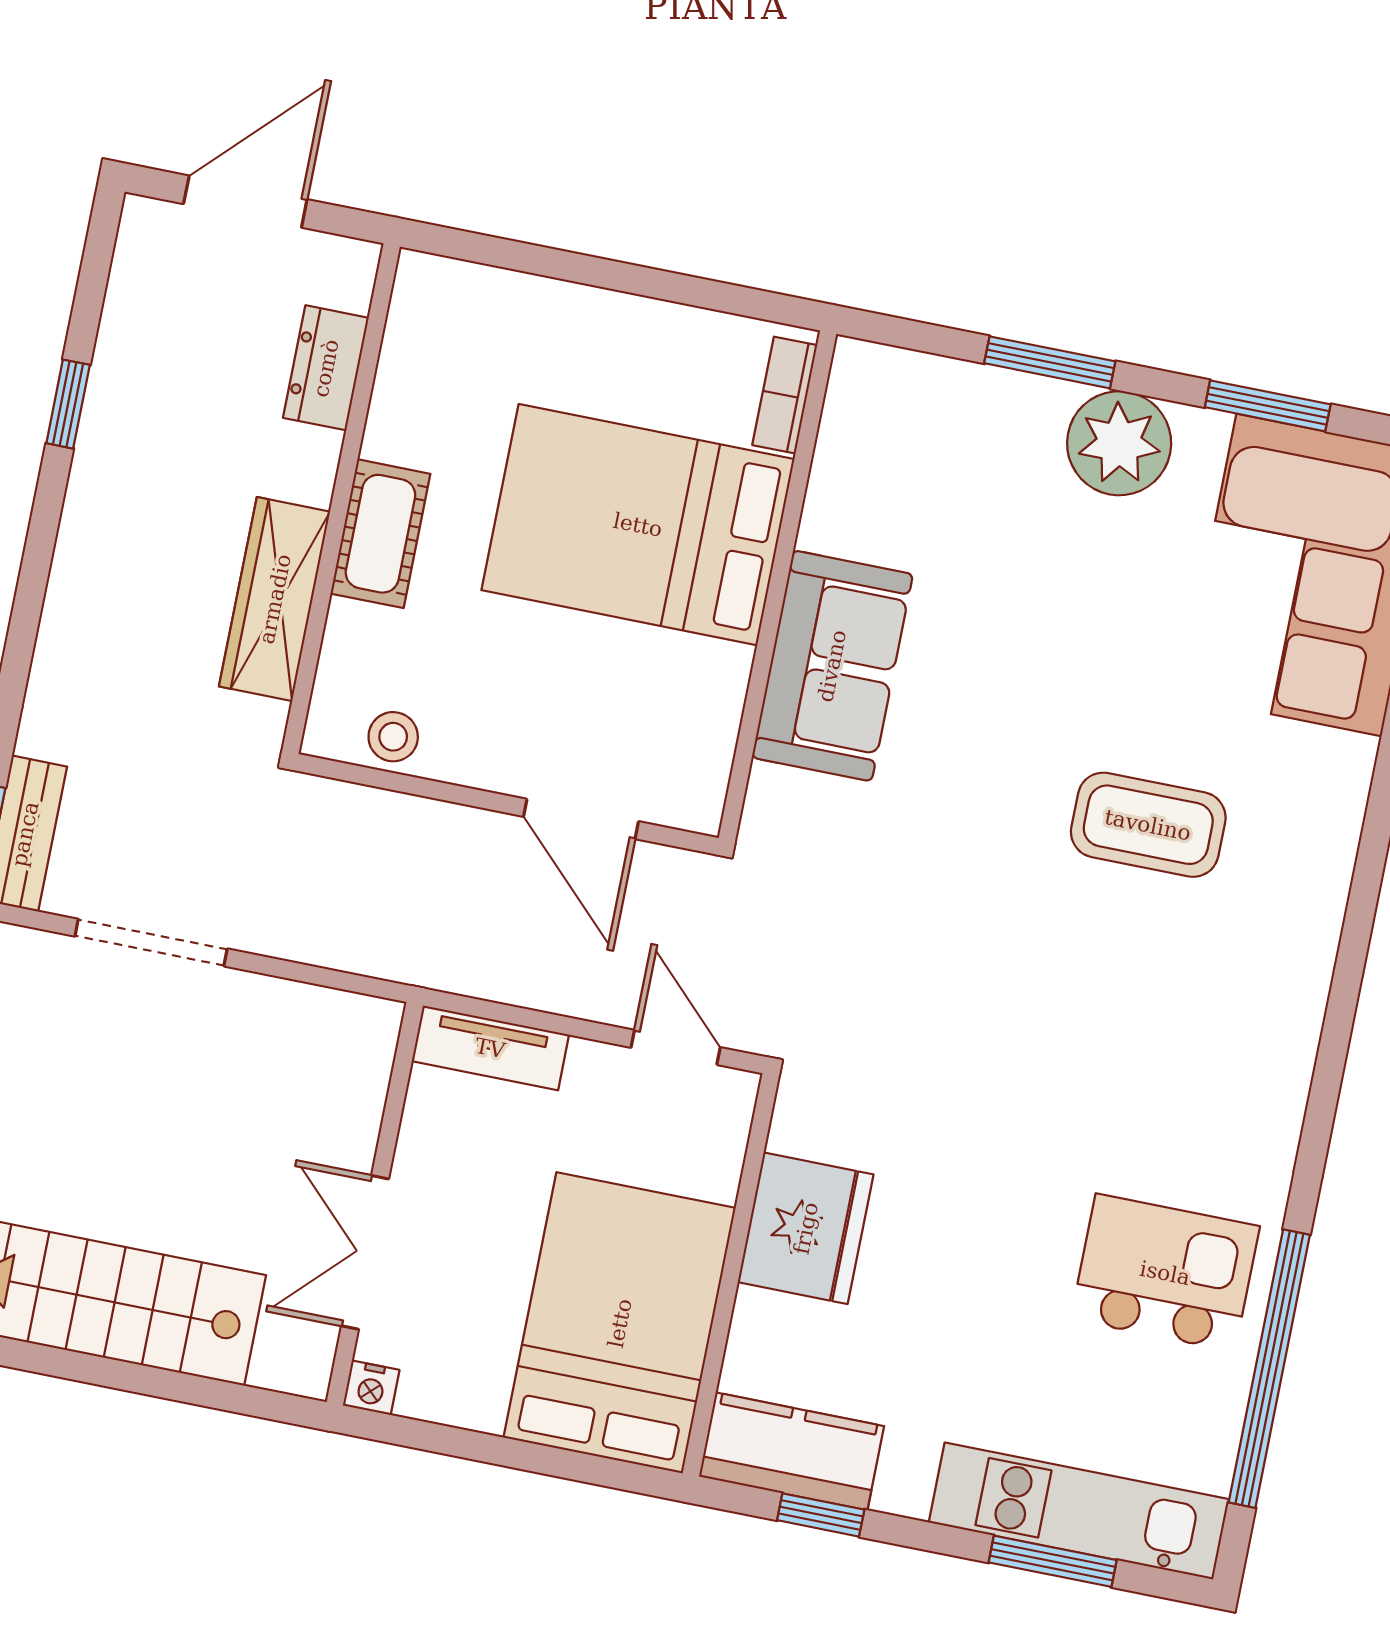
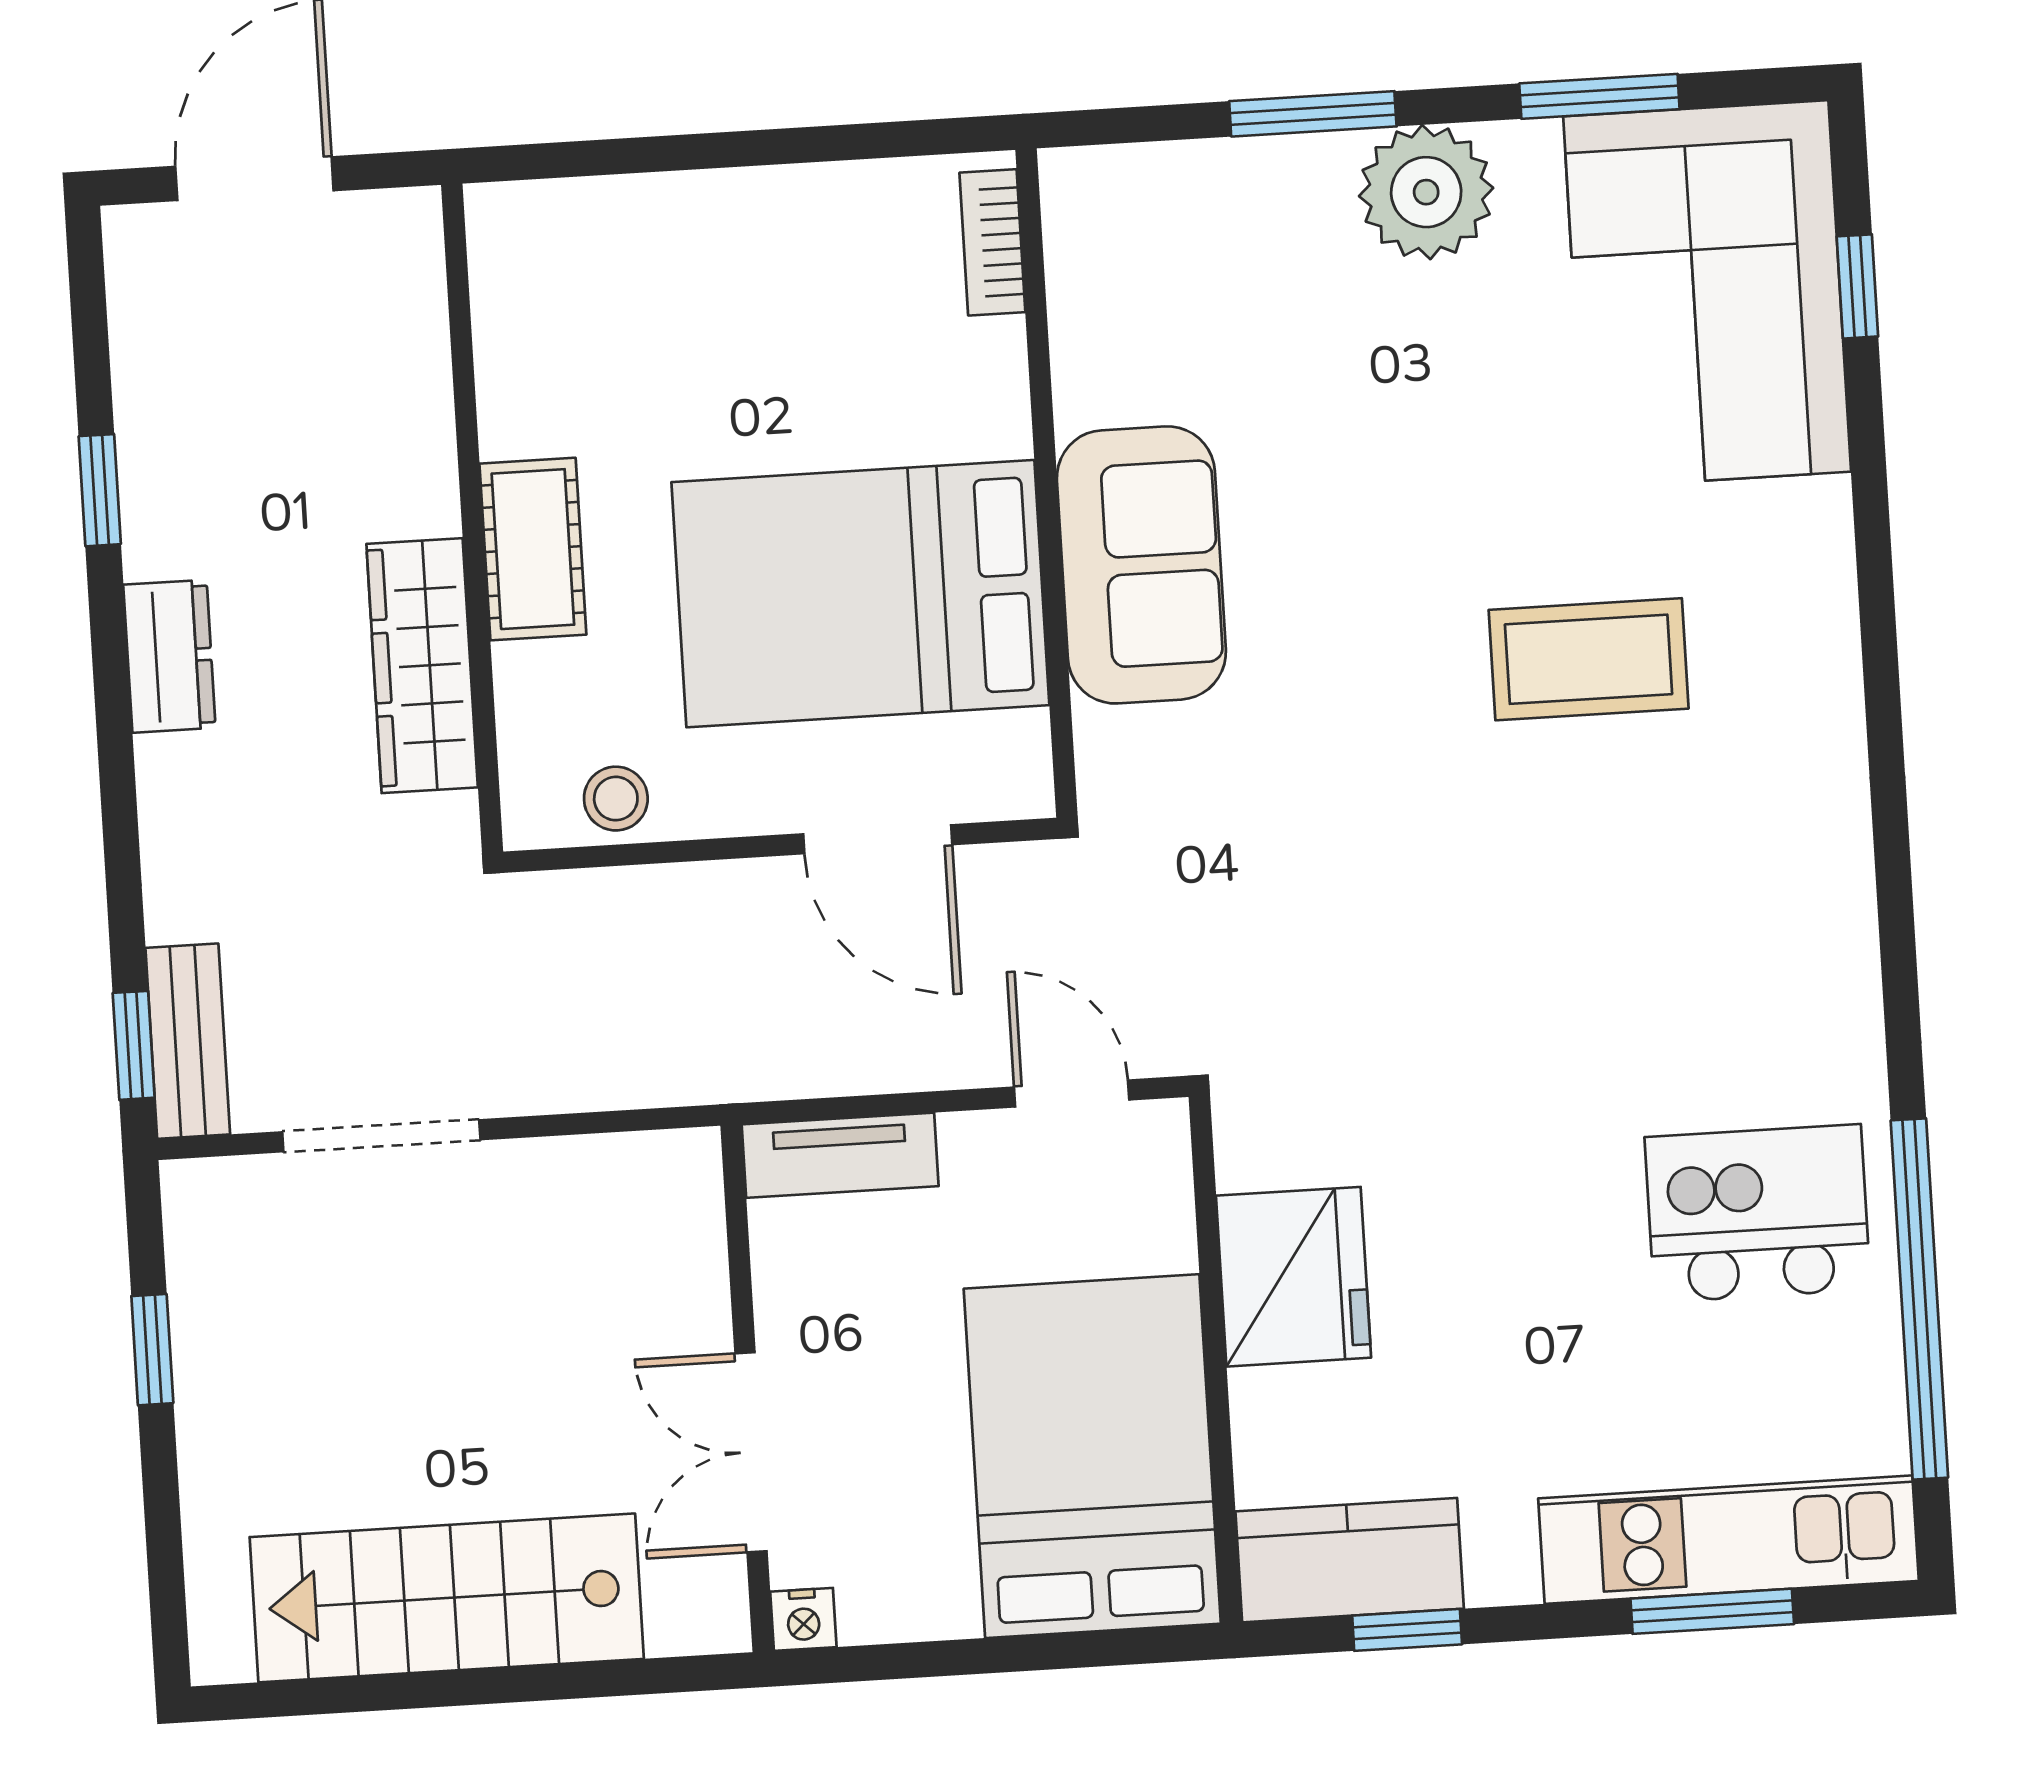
dresser: (326, 368) -> (169, 656), moved, turned 180
bed: (638, 525) -> (860, 594), moved

